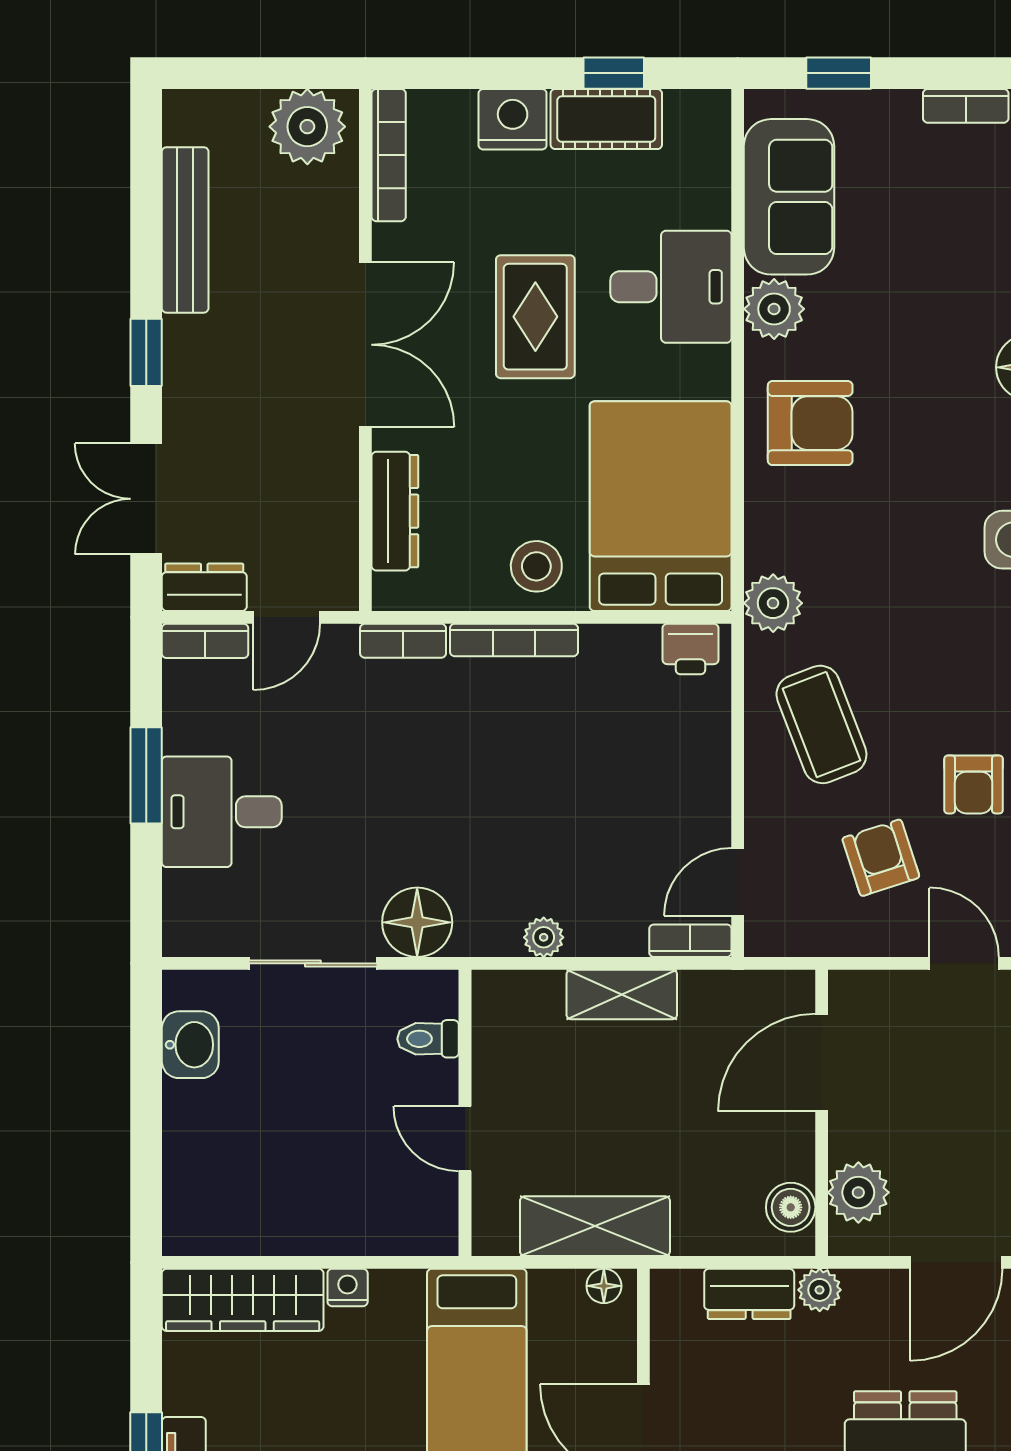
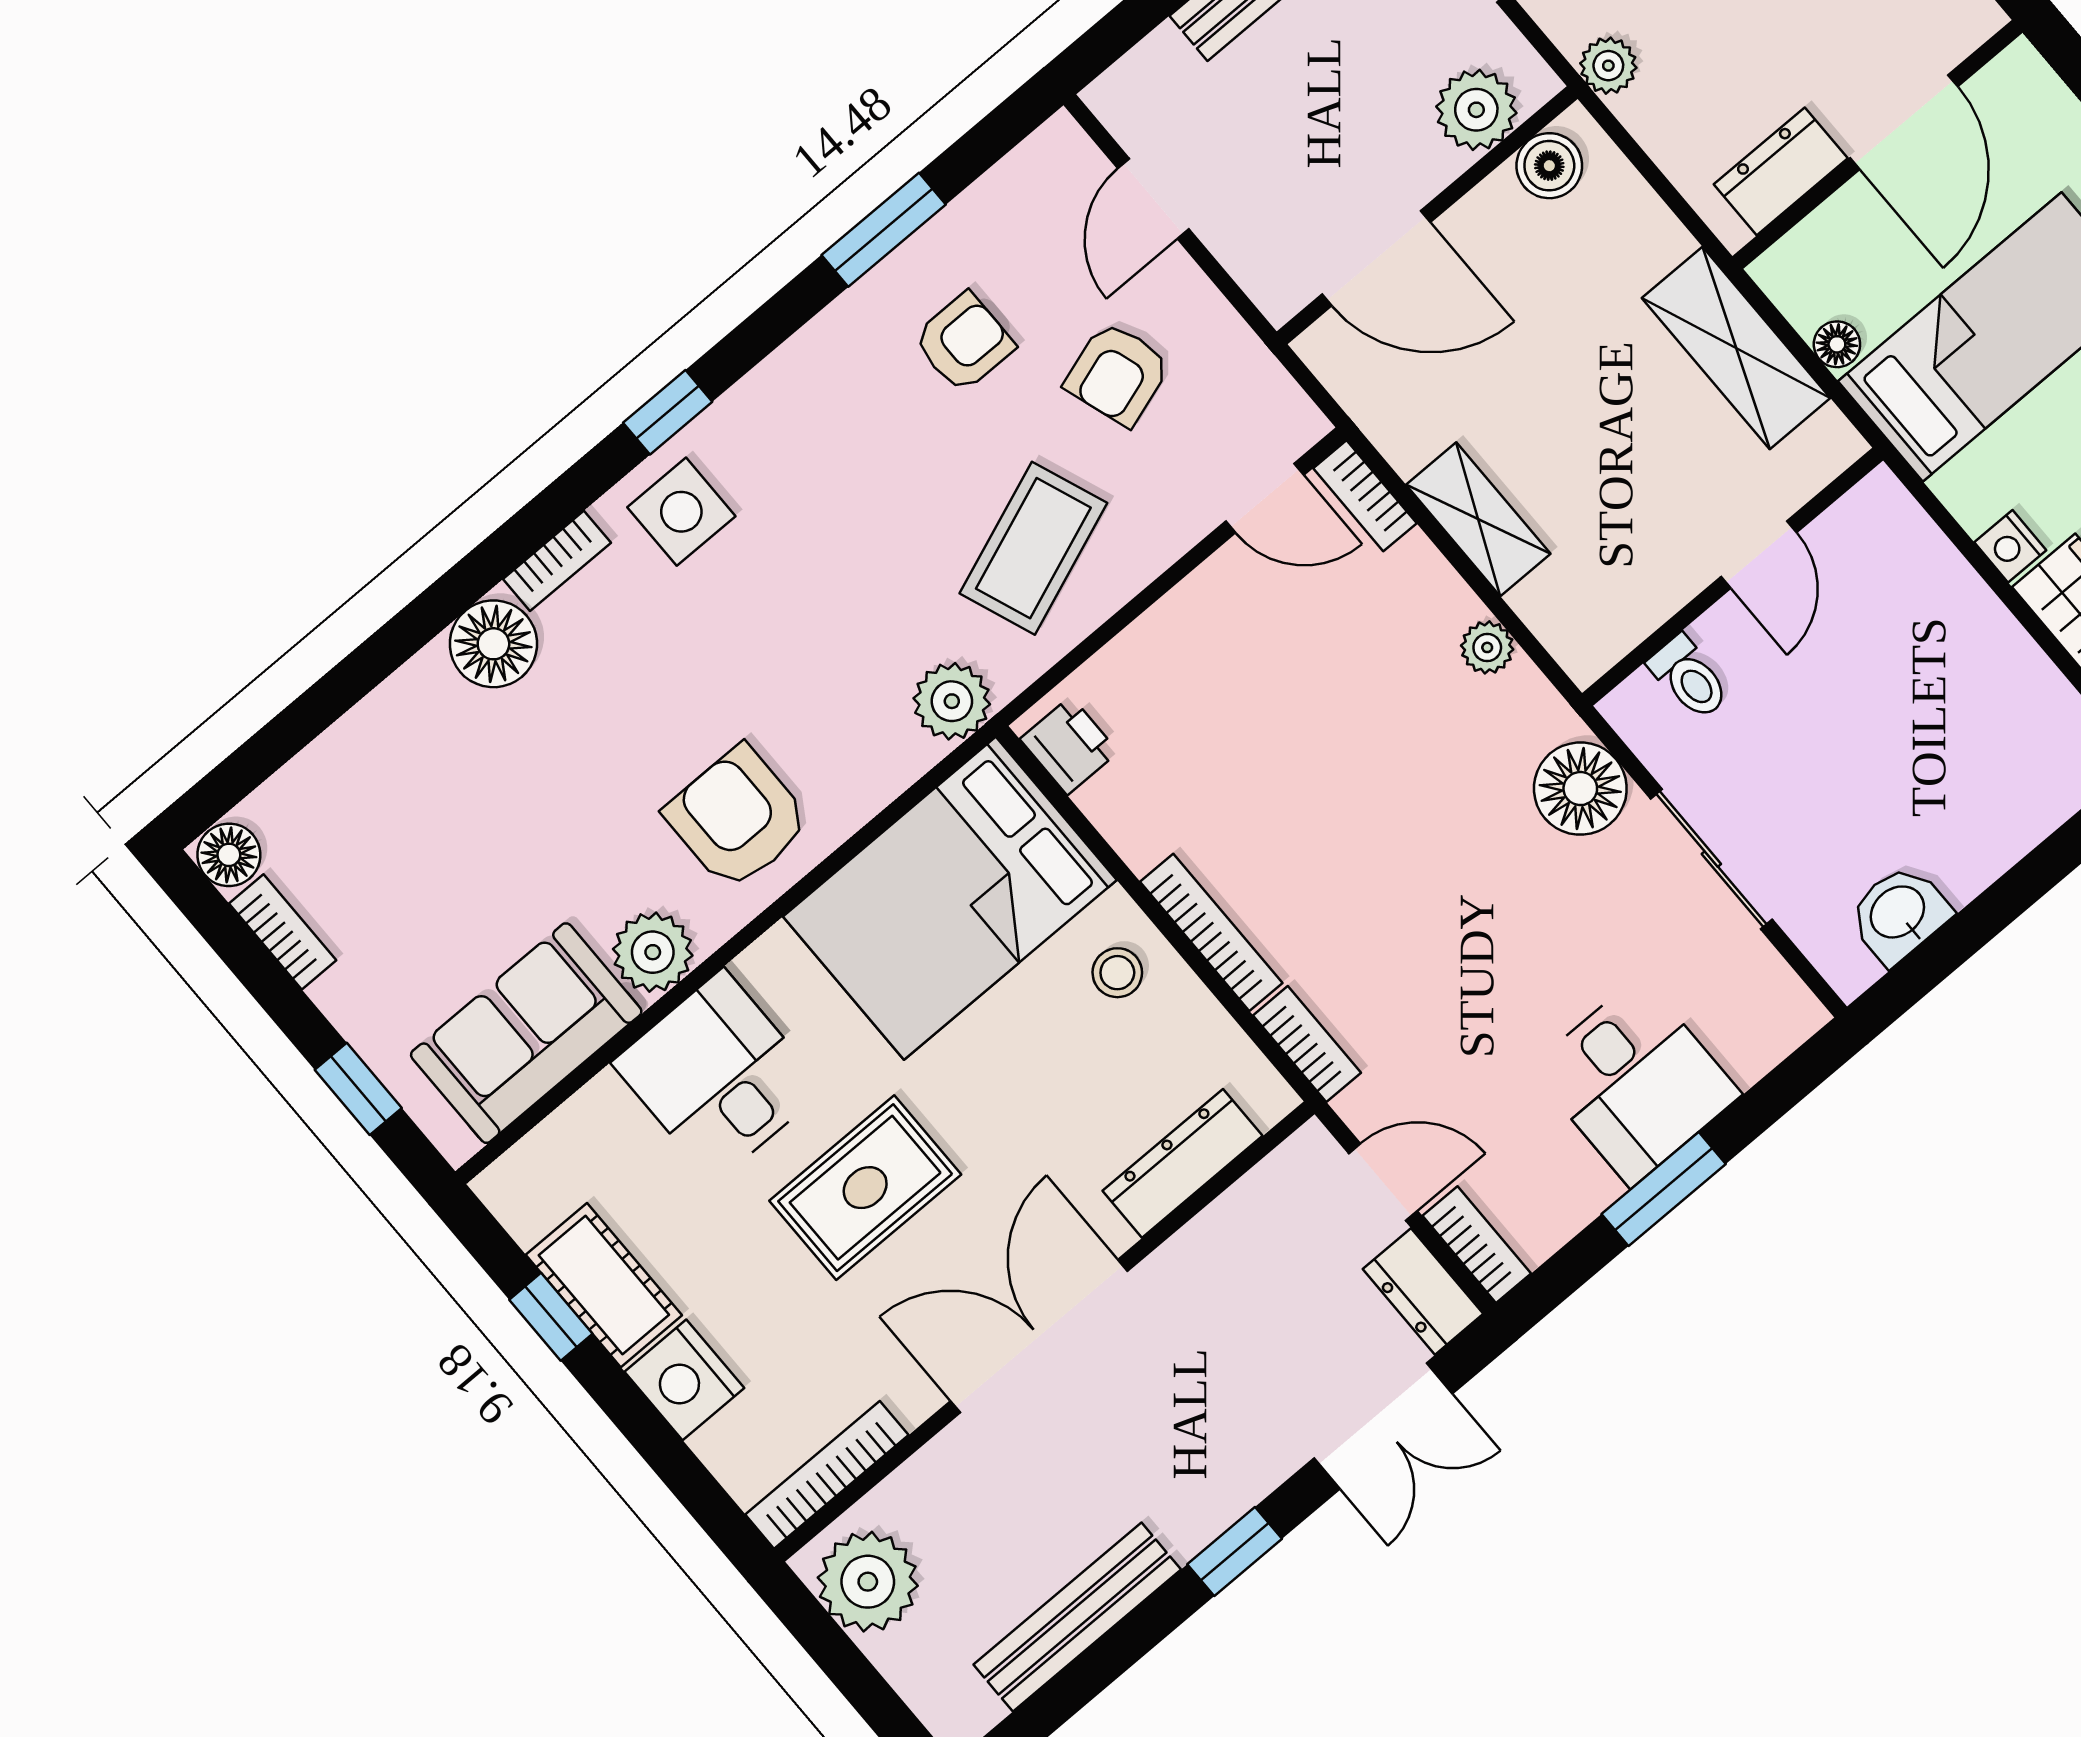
stool: (536, 566) -> (1117, 973), width x0.73, depth x0.73
floor lamp: (604, 1286) -> (1837, 344), moved
dresser: (749, 1294) -> (1781, 171), moved, turned -90

